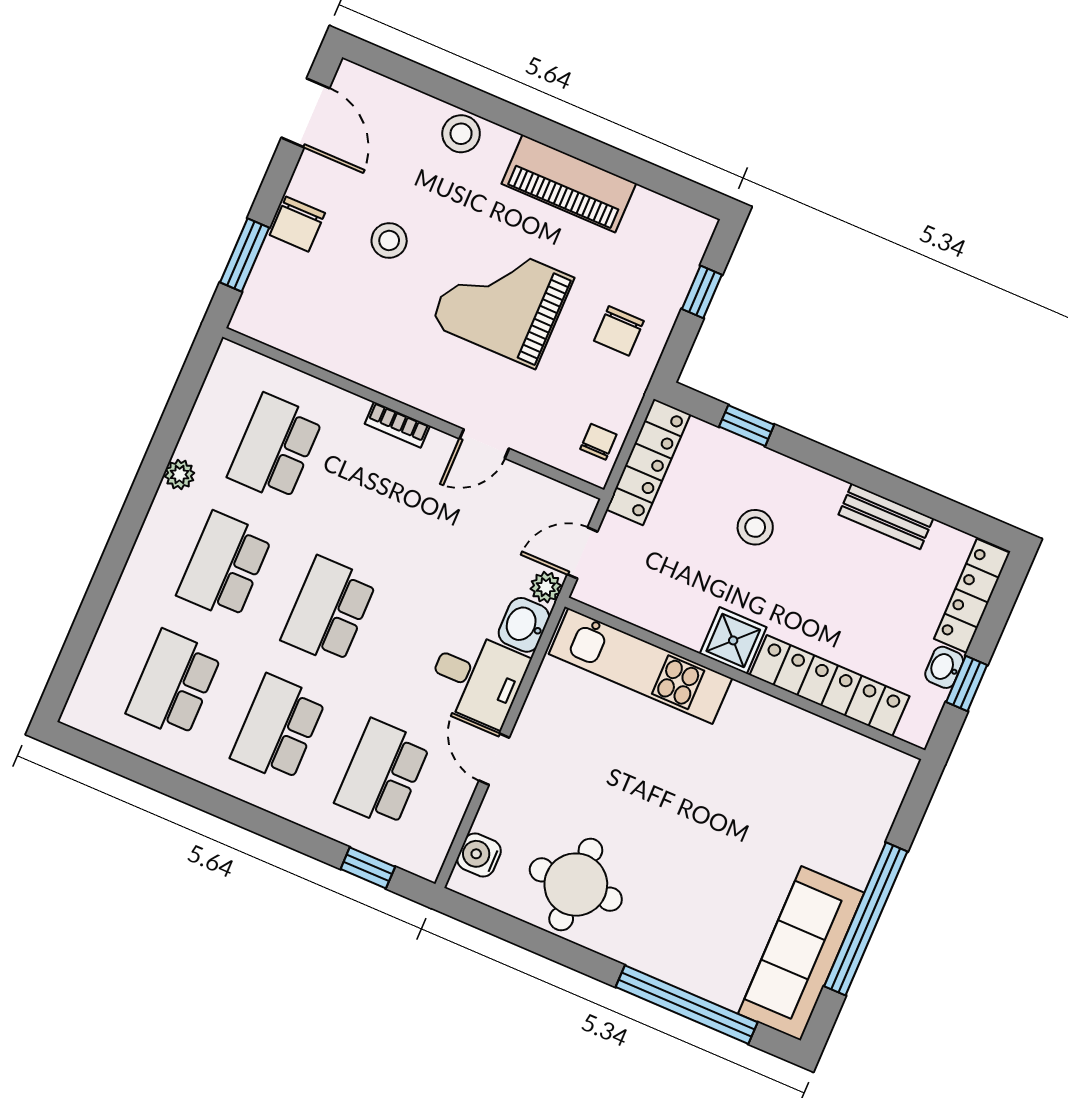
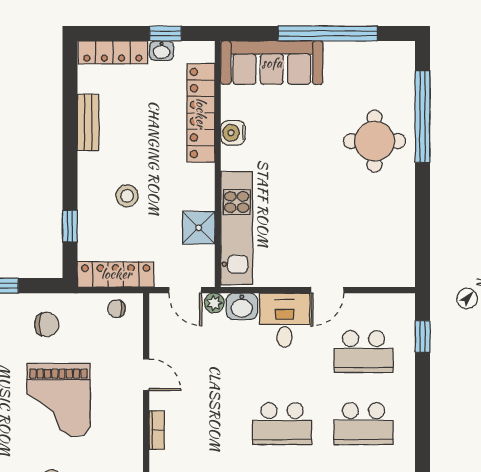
shower: (733, 640) -> (199, 228), moved
water cooler: (479, 855) -> (233, 133), moved, turned 90
round table: (576, 885) -> (374, 141), moved
sofa: (801, 953) -> (272, 63), moved

